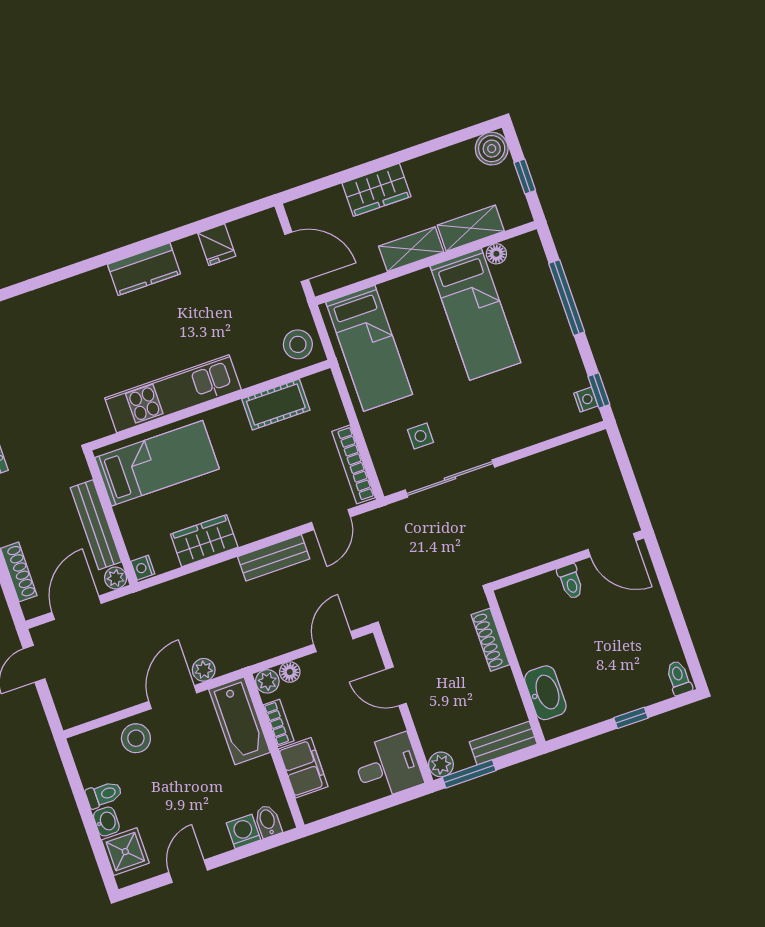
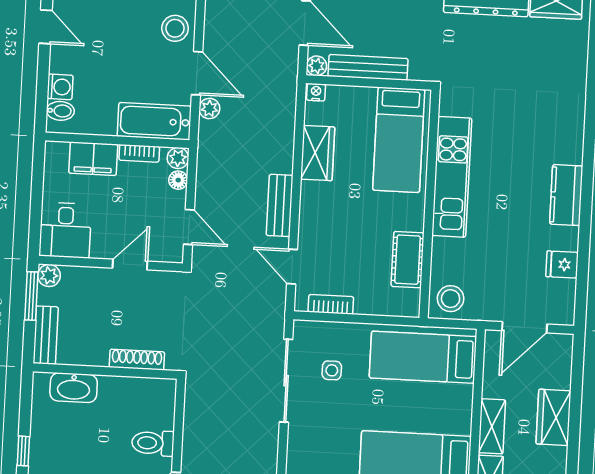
bookcase: (353, 464) -> (331, 304), width x0.64
toilet: (570, 581) -> (153, 443), width x1.37, depth x1.39

